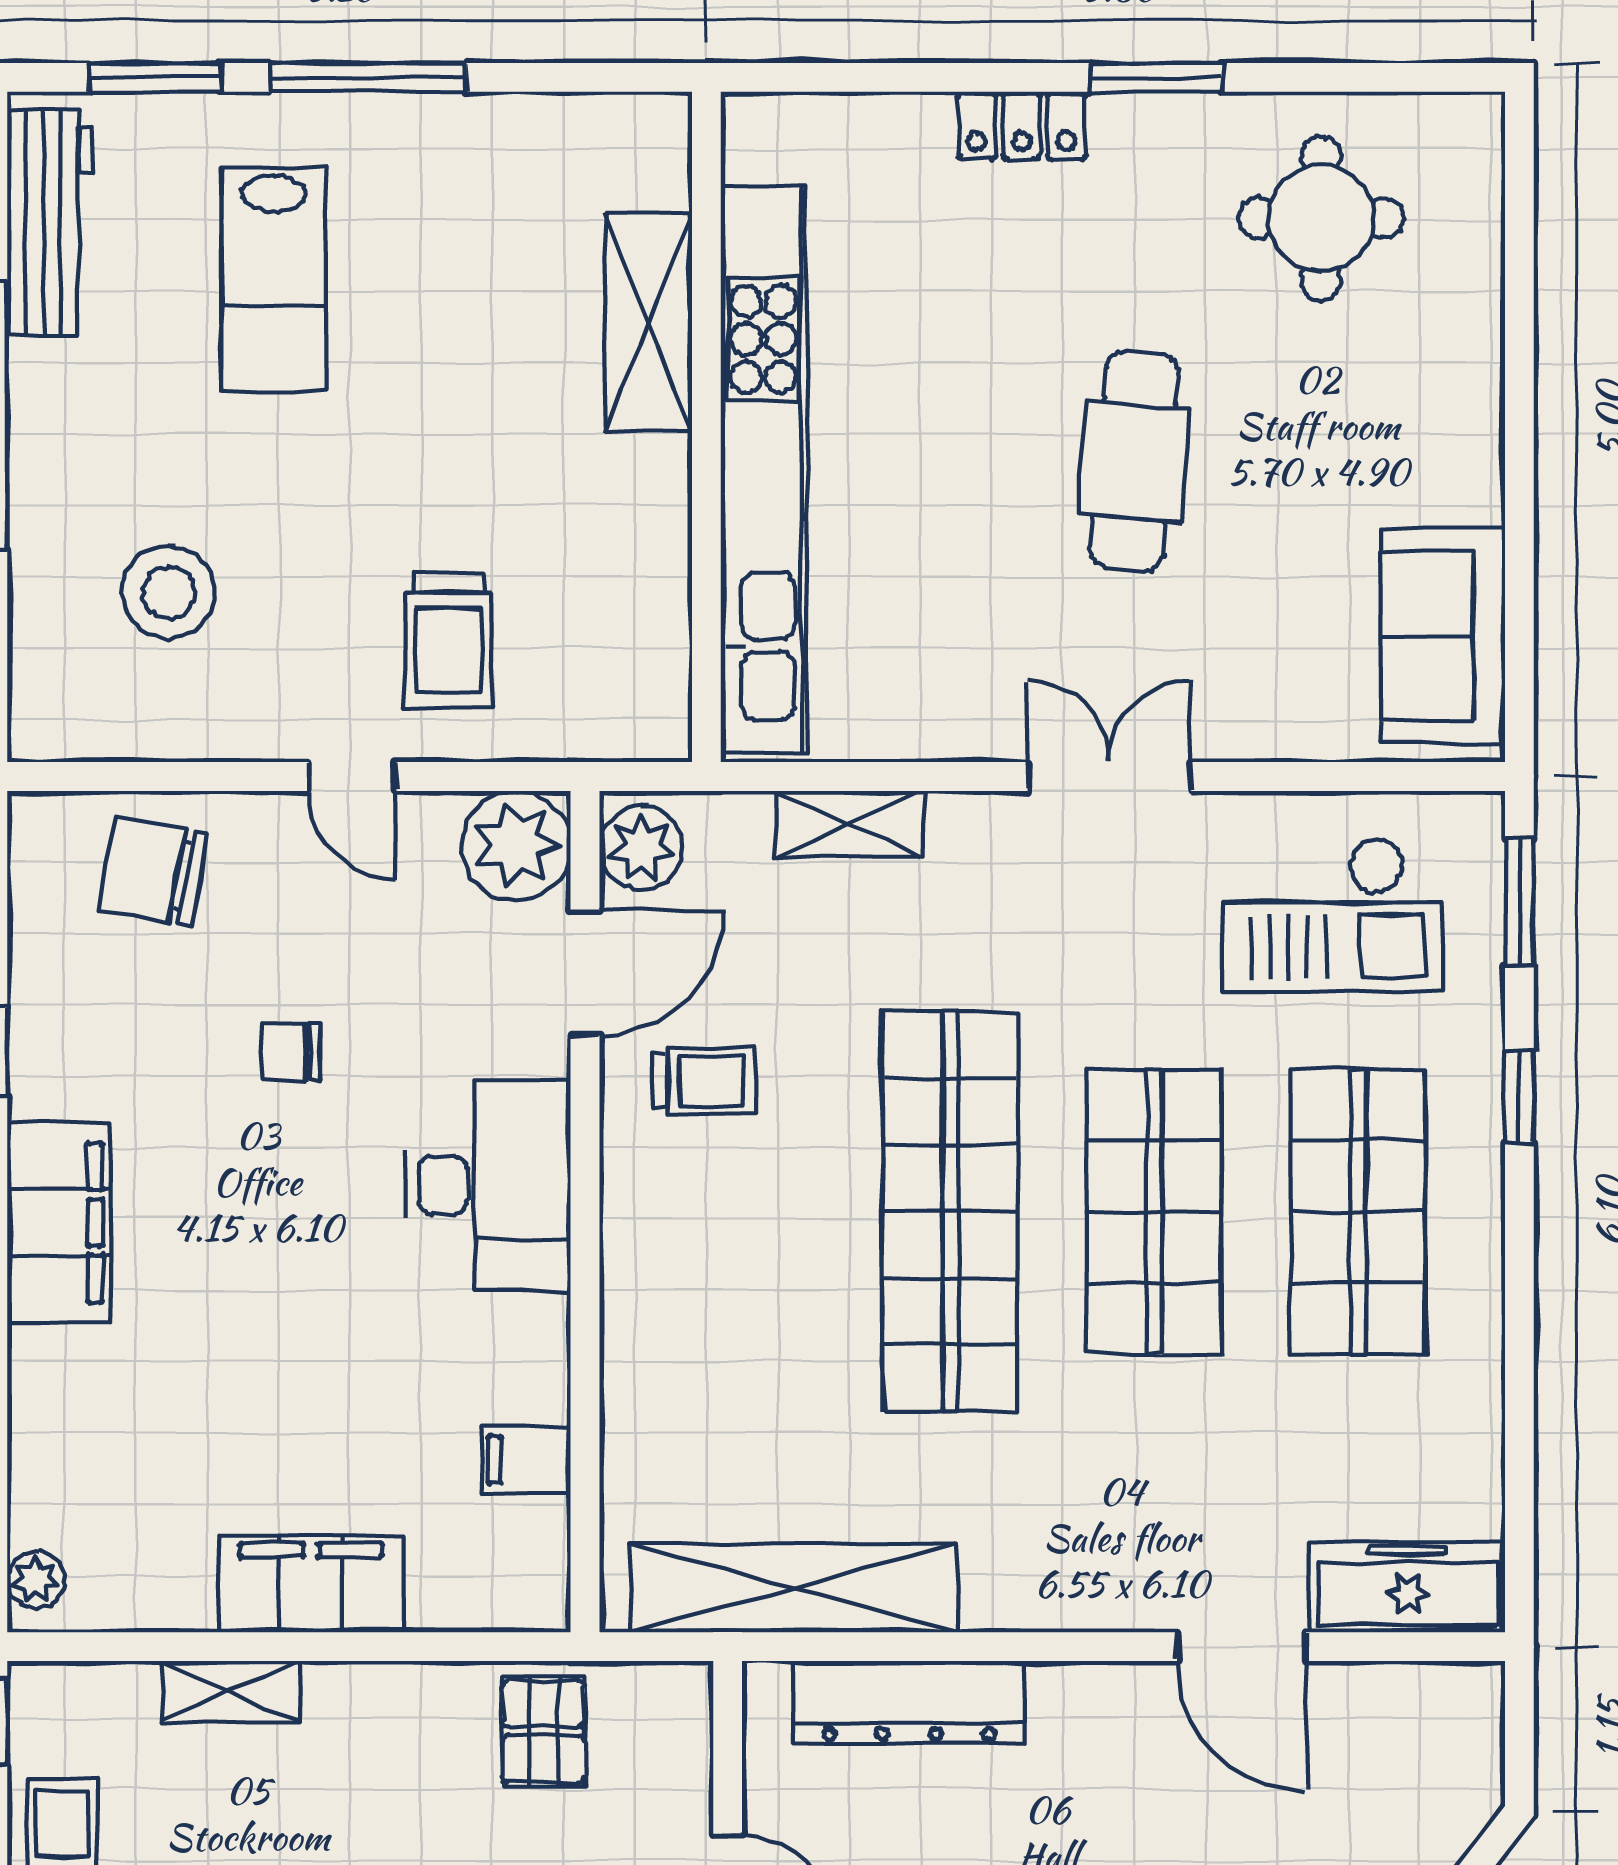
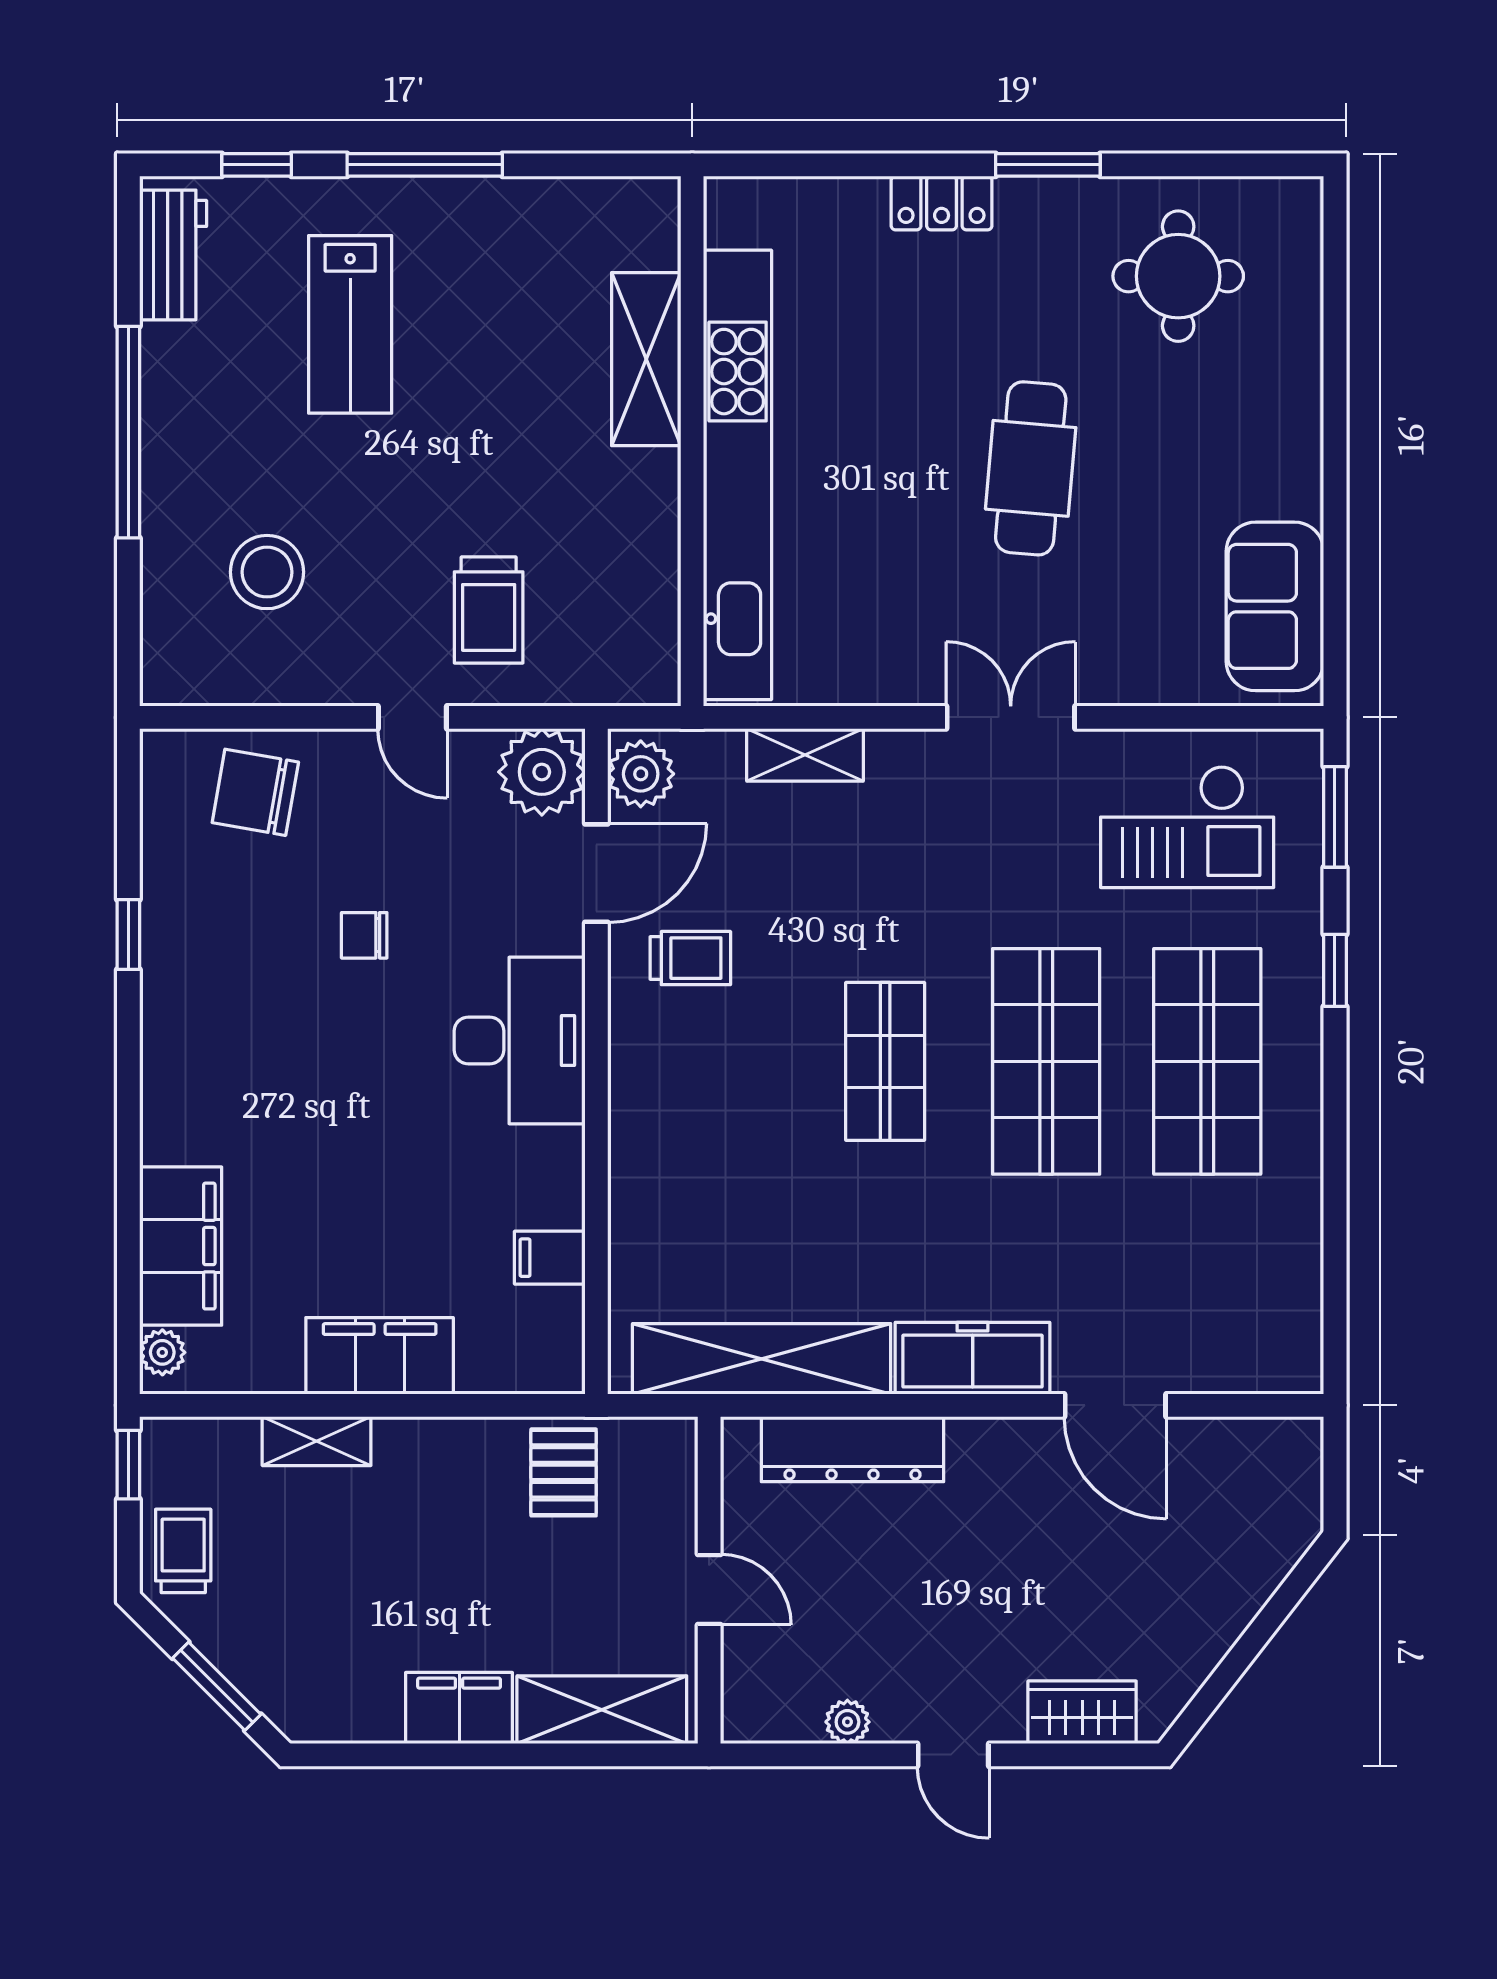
window: (155, 77) -> (257, 165), width x0.67
workbench: (50, 222) -> (173, 255), width x0.73
shop shelf: (950, 1212) -> (885, 1061), width x0.50, depth x0.74
filing cabinet: (59, 1223) -> (181, 1246), moved
freezer: (1407, 1587) -> (973, 1358), moved

